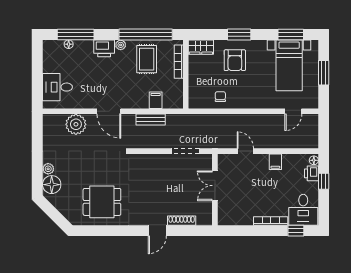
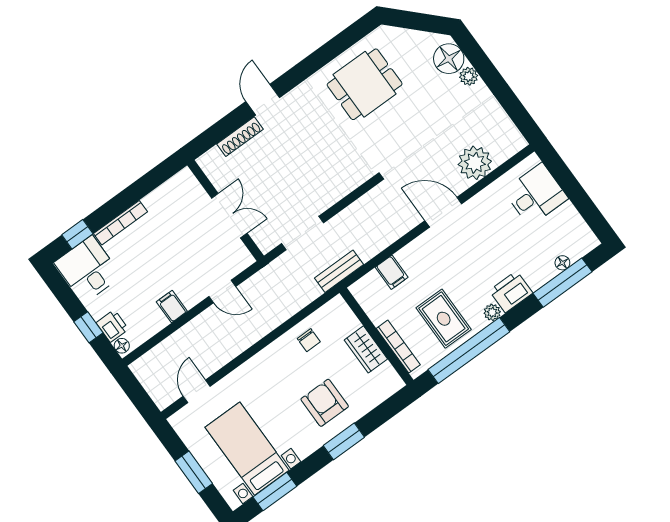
wardrobe: (201, 47) -> (366, 349), moved, turned -90
bench: (151, 120) -> (339, 271), moved

